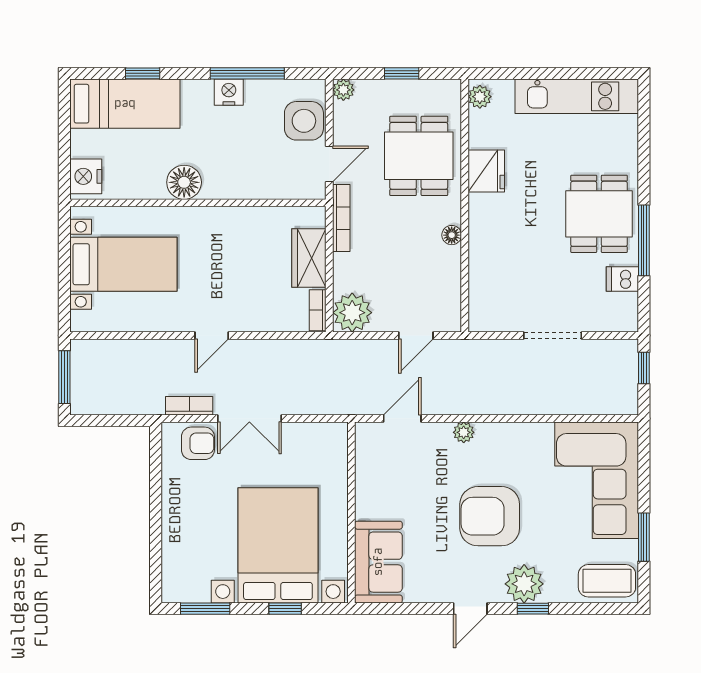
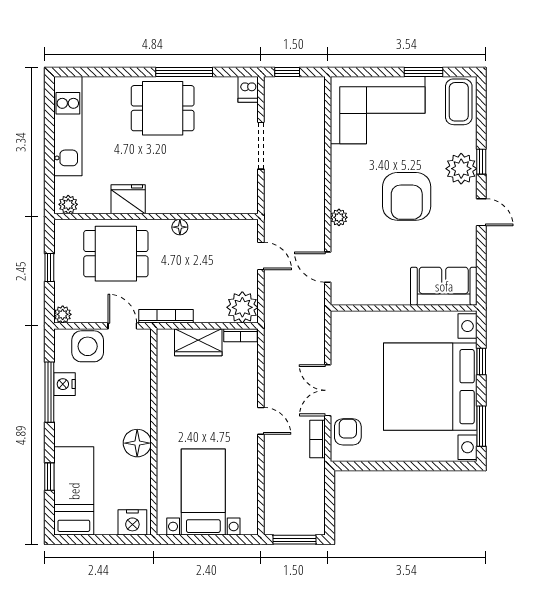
nightstand: (229, 92) -> (65, 384), moved
dishwasher: (622, 279) -> (248, 89), moved
double door: (249, 418) -> (328, 390), swing flipped
bed with nightstands: (278, 545) -> (430, 387), width x1.36

